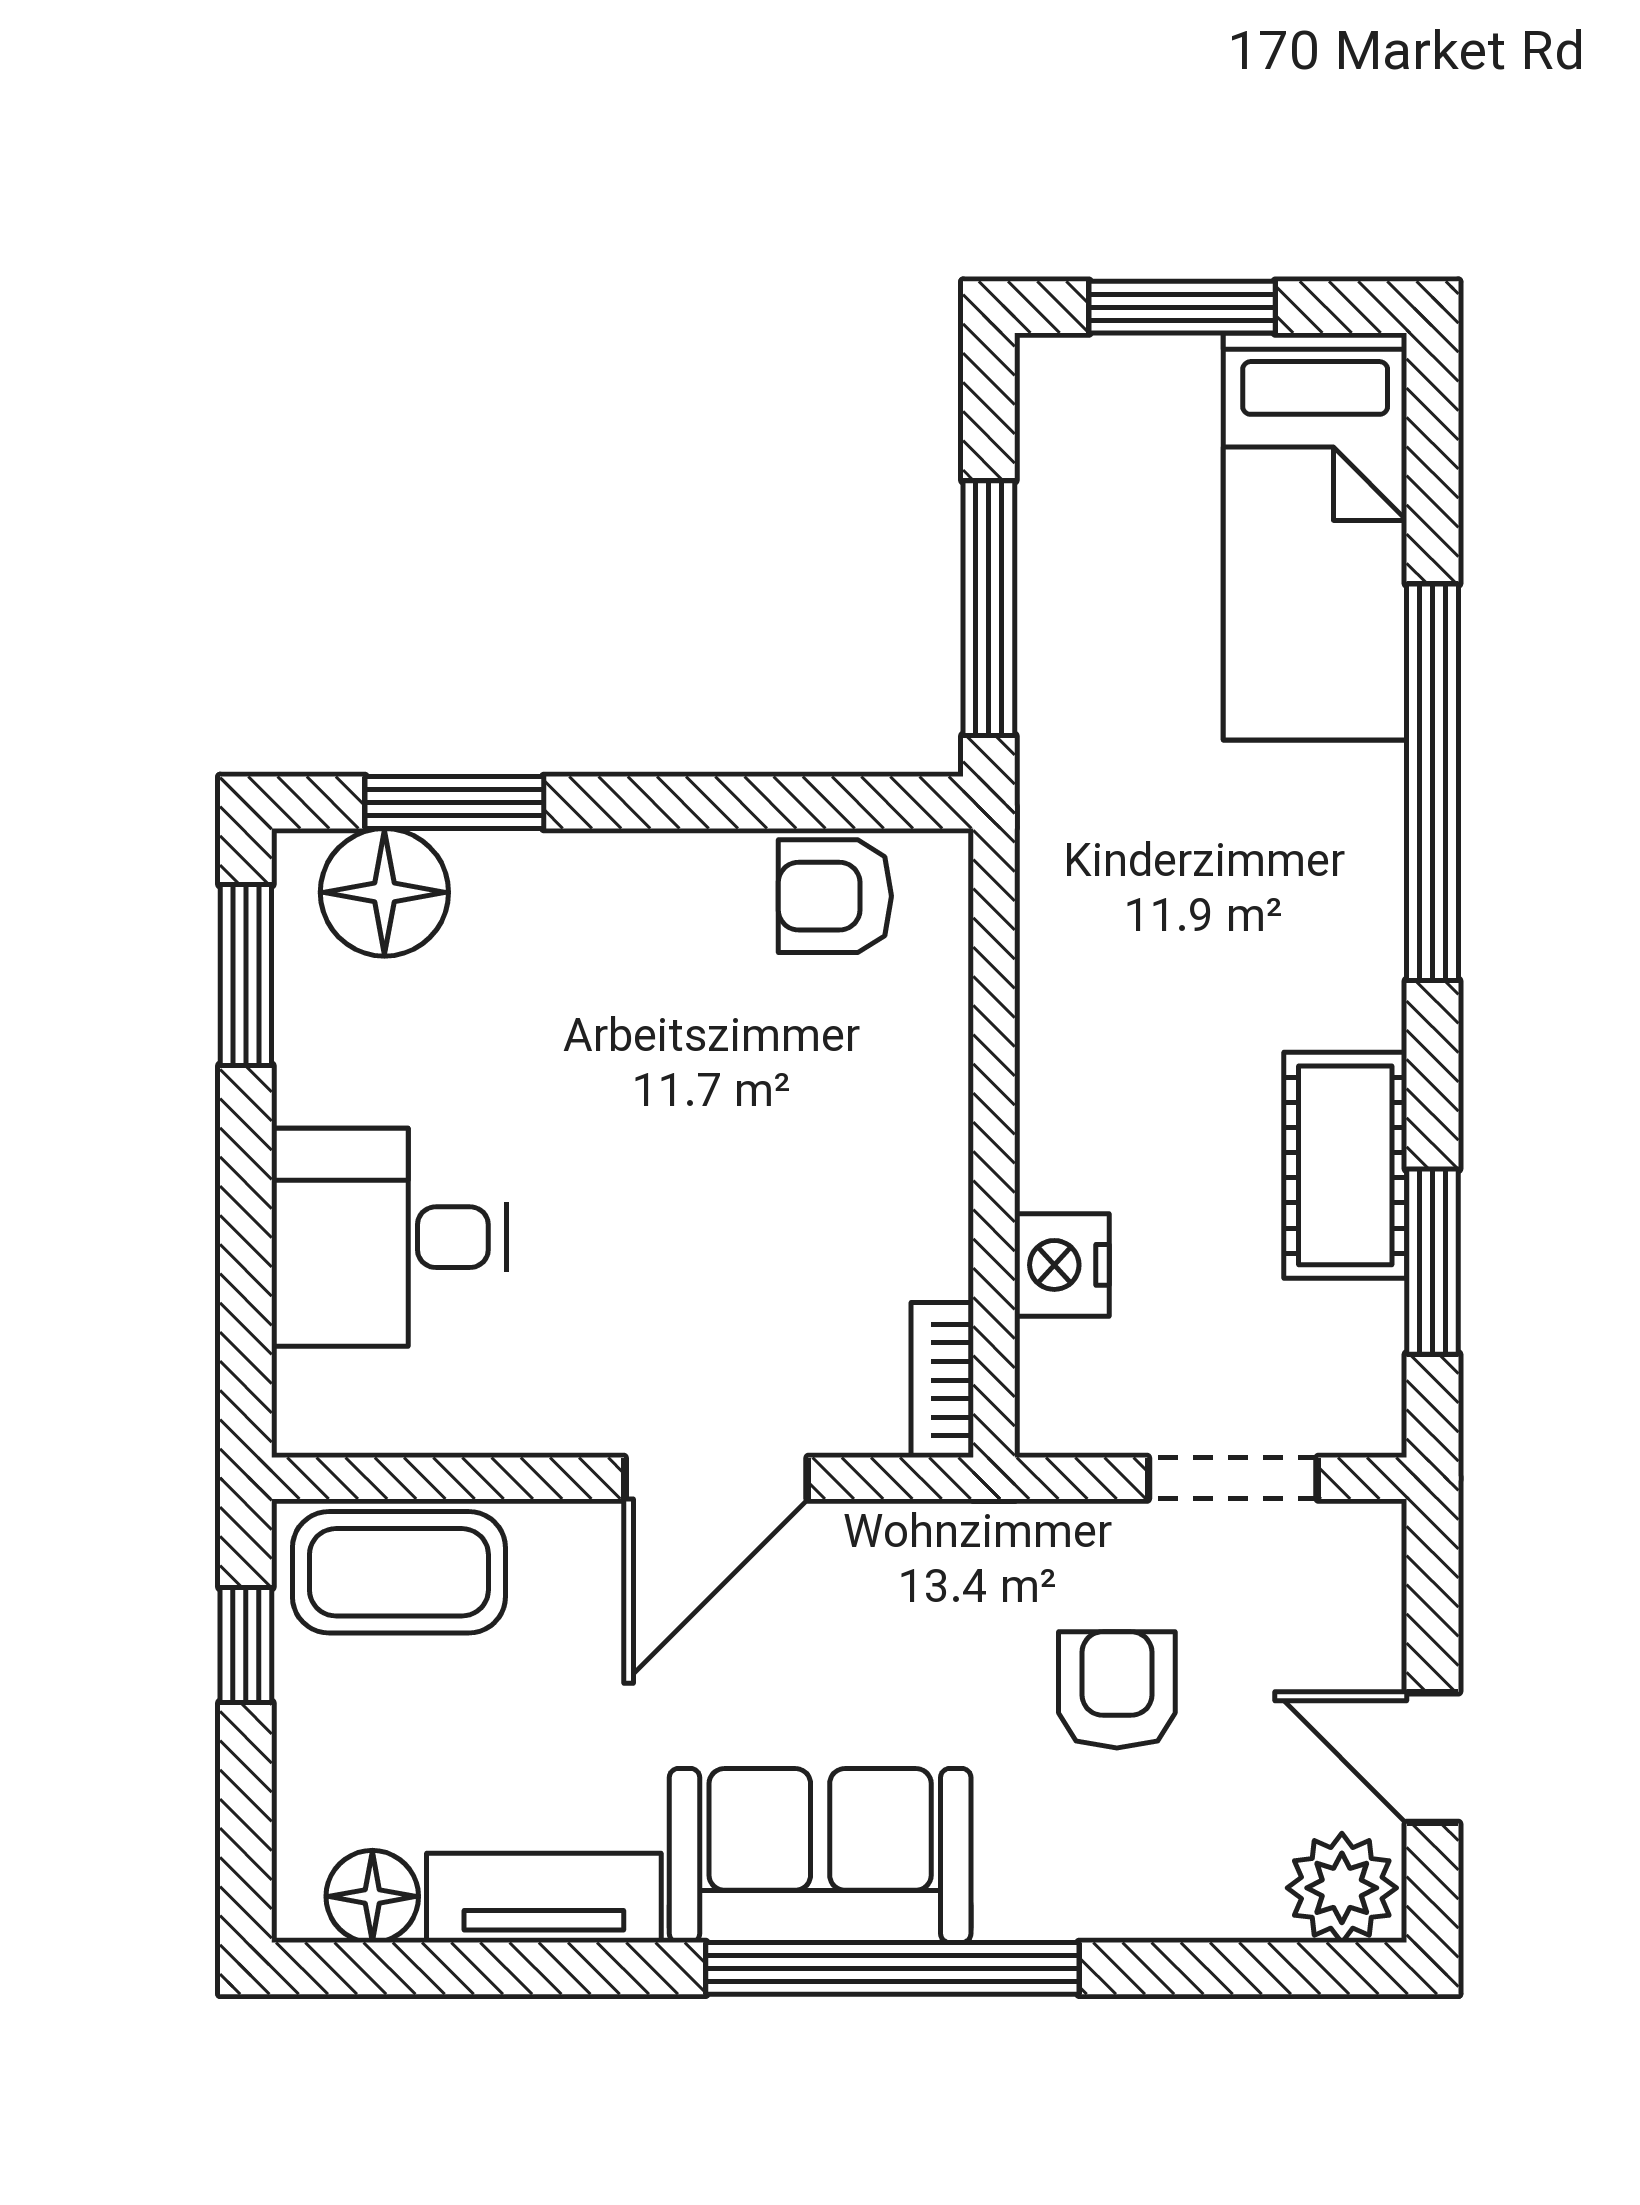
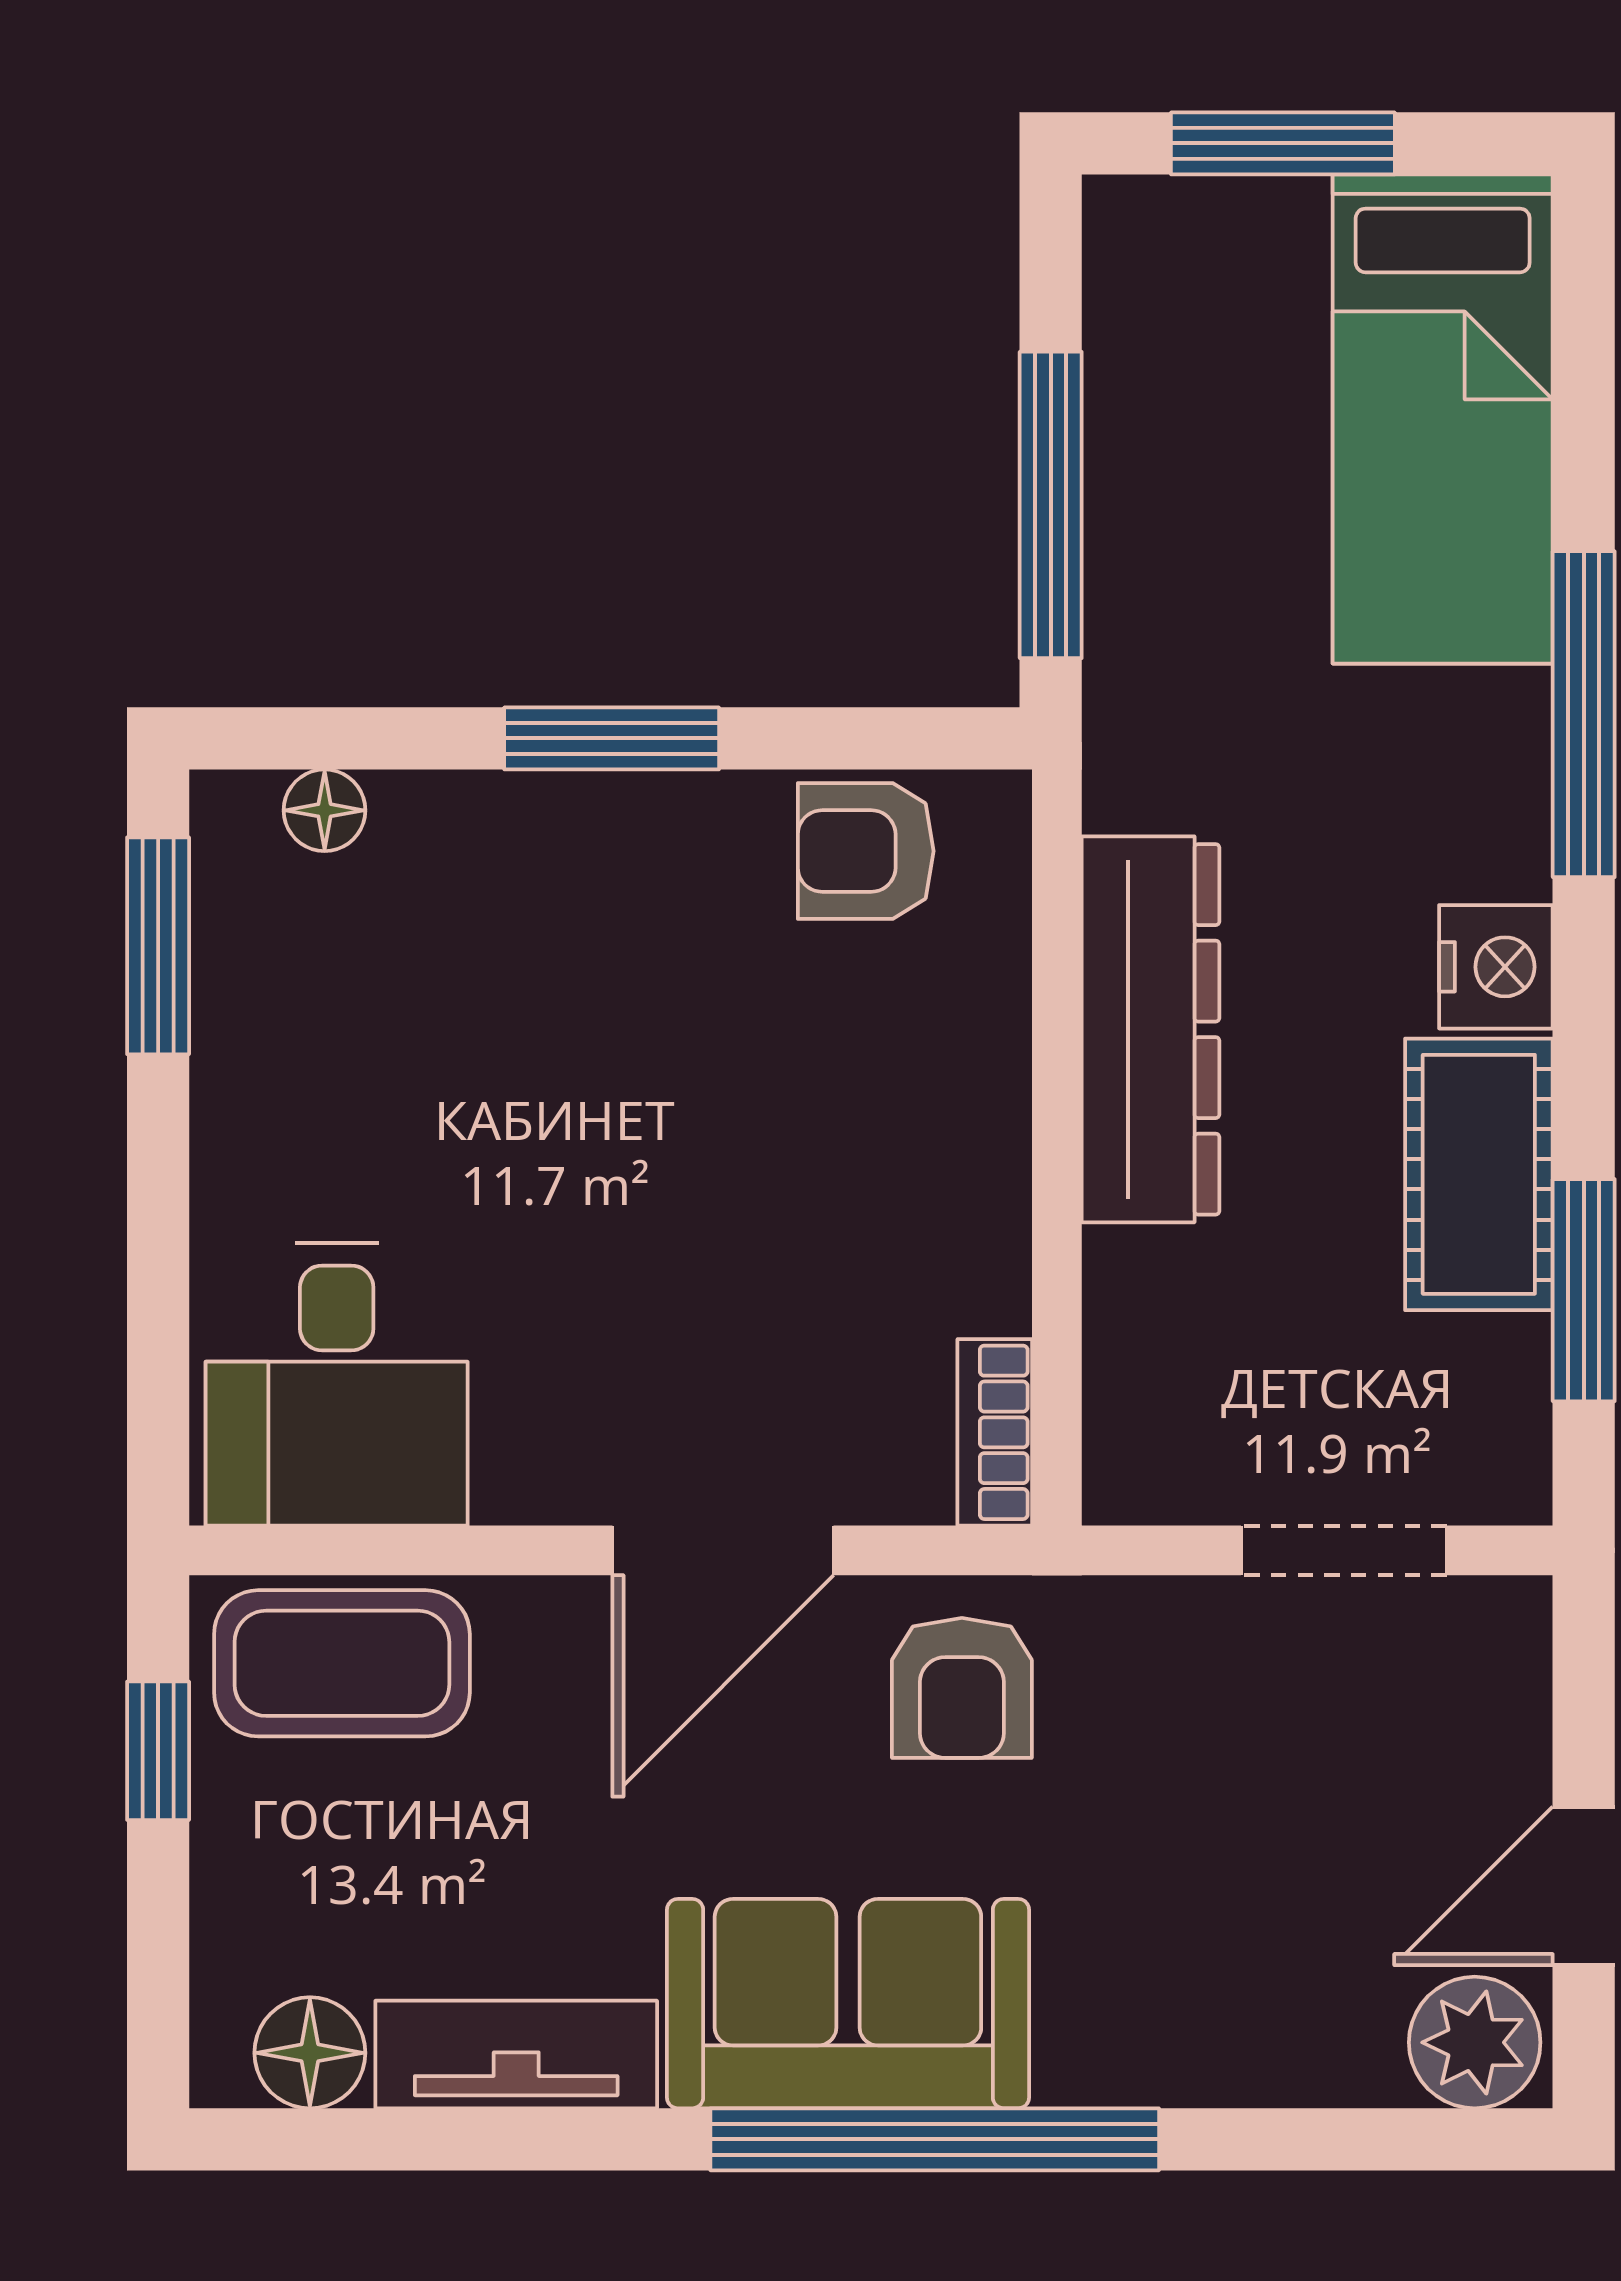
window: (1432, 782) -> (1584, 714), width x0.68
window: (454, 802) -> (612, 738), moved
floor lamp: (384, 892) -> (325, 810), width x0.53, depth x0.53
dresser: (1072, 1045) -> (1150, 1029), added
desk: (389, 1237) -> (337, 1384), moved, turned -90
nightstand: (1062, 1265) -> (1496, 967), moved, turned 180
armchair: (1117, 1690) -> (962, 1688), moved, turned 180
door: (1432, 1758) -> (1584, 1886), hinge flipped

